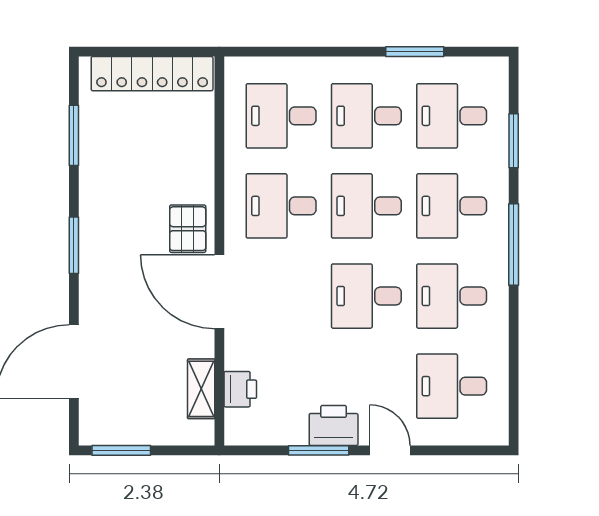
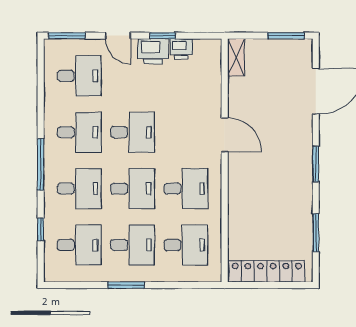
window: (415, 52) -> (126, 285), moved
window: (514, 141) -> (41, 229), width x0.67
pallet: (188, 229) -> (244, 174), removed
door: (219, 292) -> (225, 135), width x0.73
shelving: (201, 389) -> (236, 57), moved
printer: (240, 389) -> (181, 49), moved, turned -90
window: (319, 450) -> (163, 36), width x0.67
window: (471, 450) -> (67, 36), added

